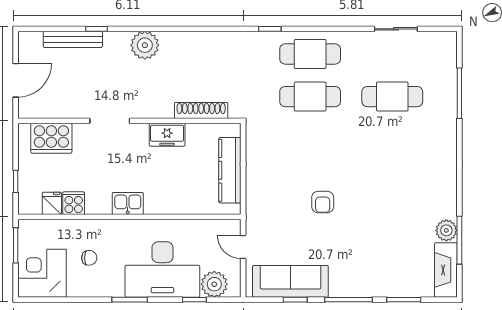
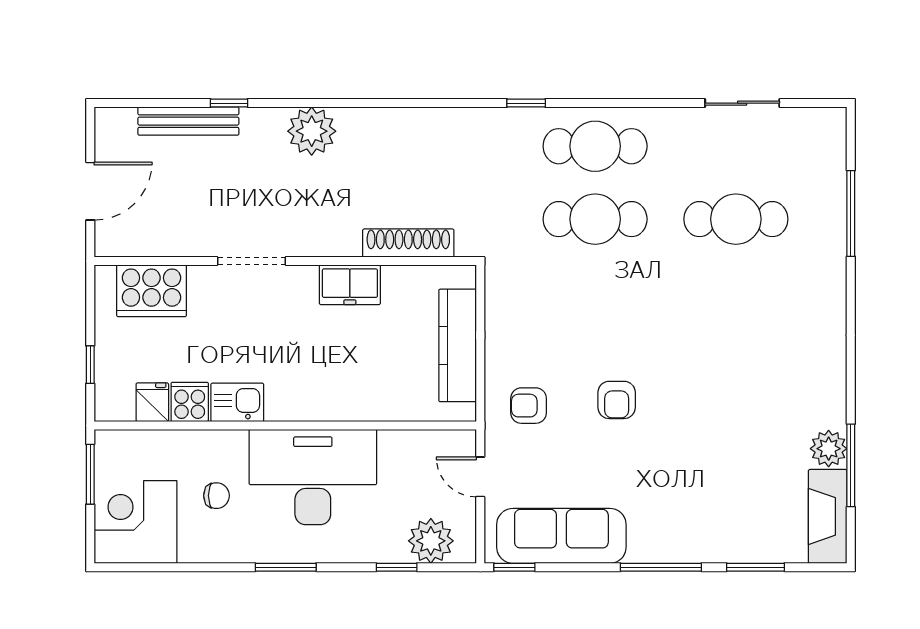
kitchen sink: (128, 203) -> (237, 402), moved
armchair: (271, 205) -> (529, 406), added
desk: (162, 270) -> (313, 477), moved, turned 180
window: (295, 300) -> (514, 567), moved

